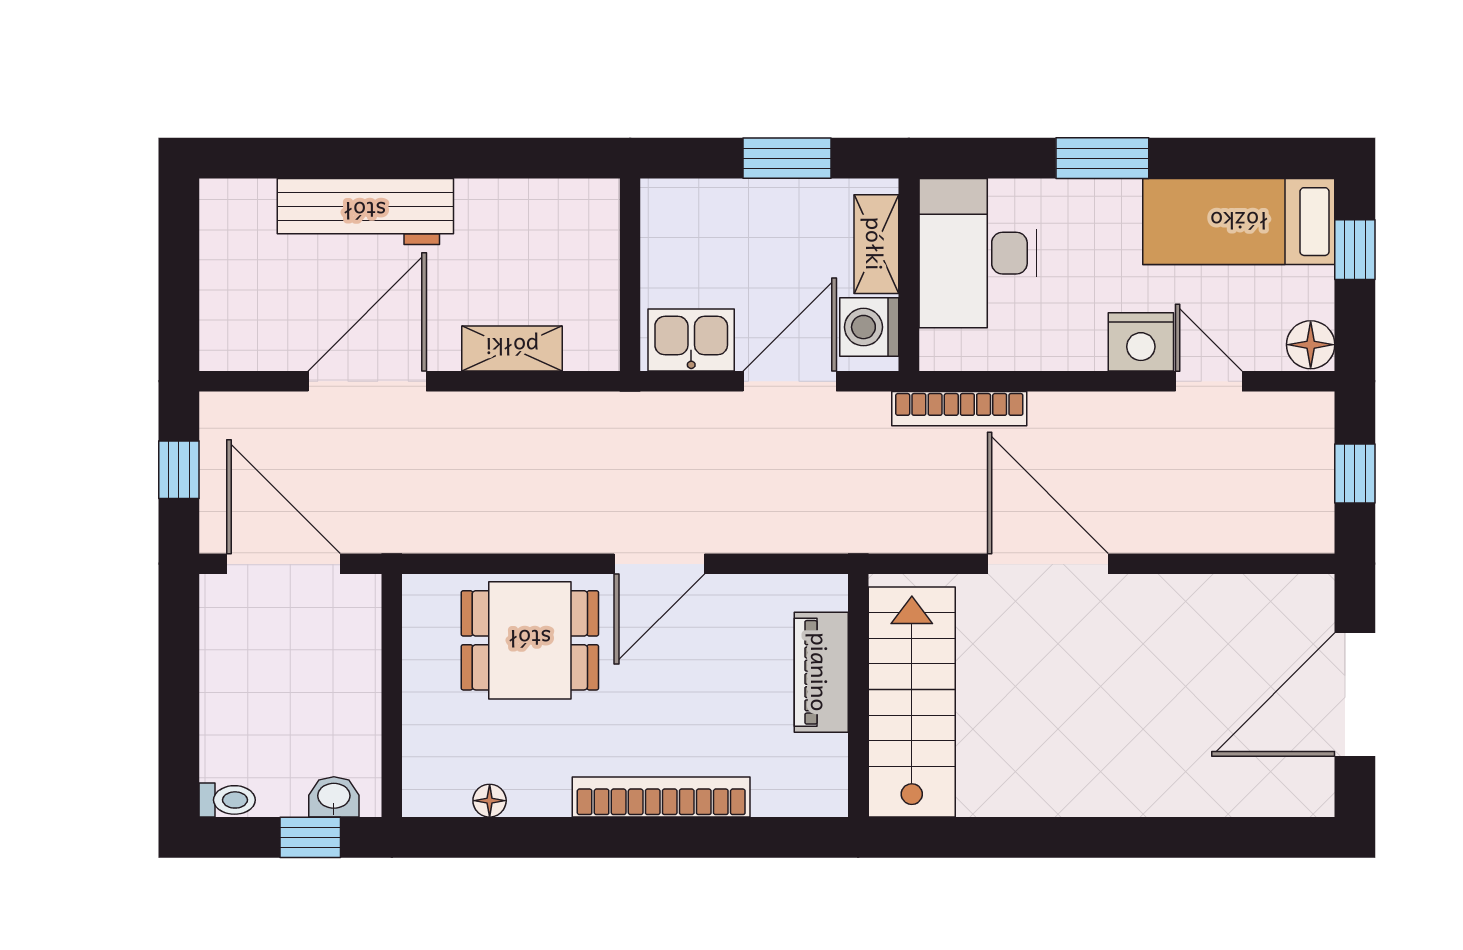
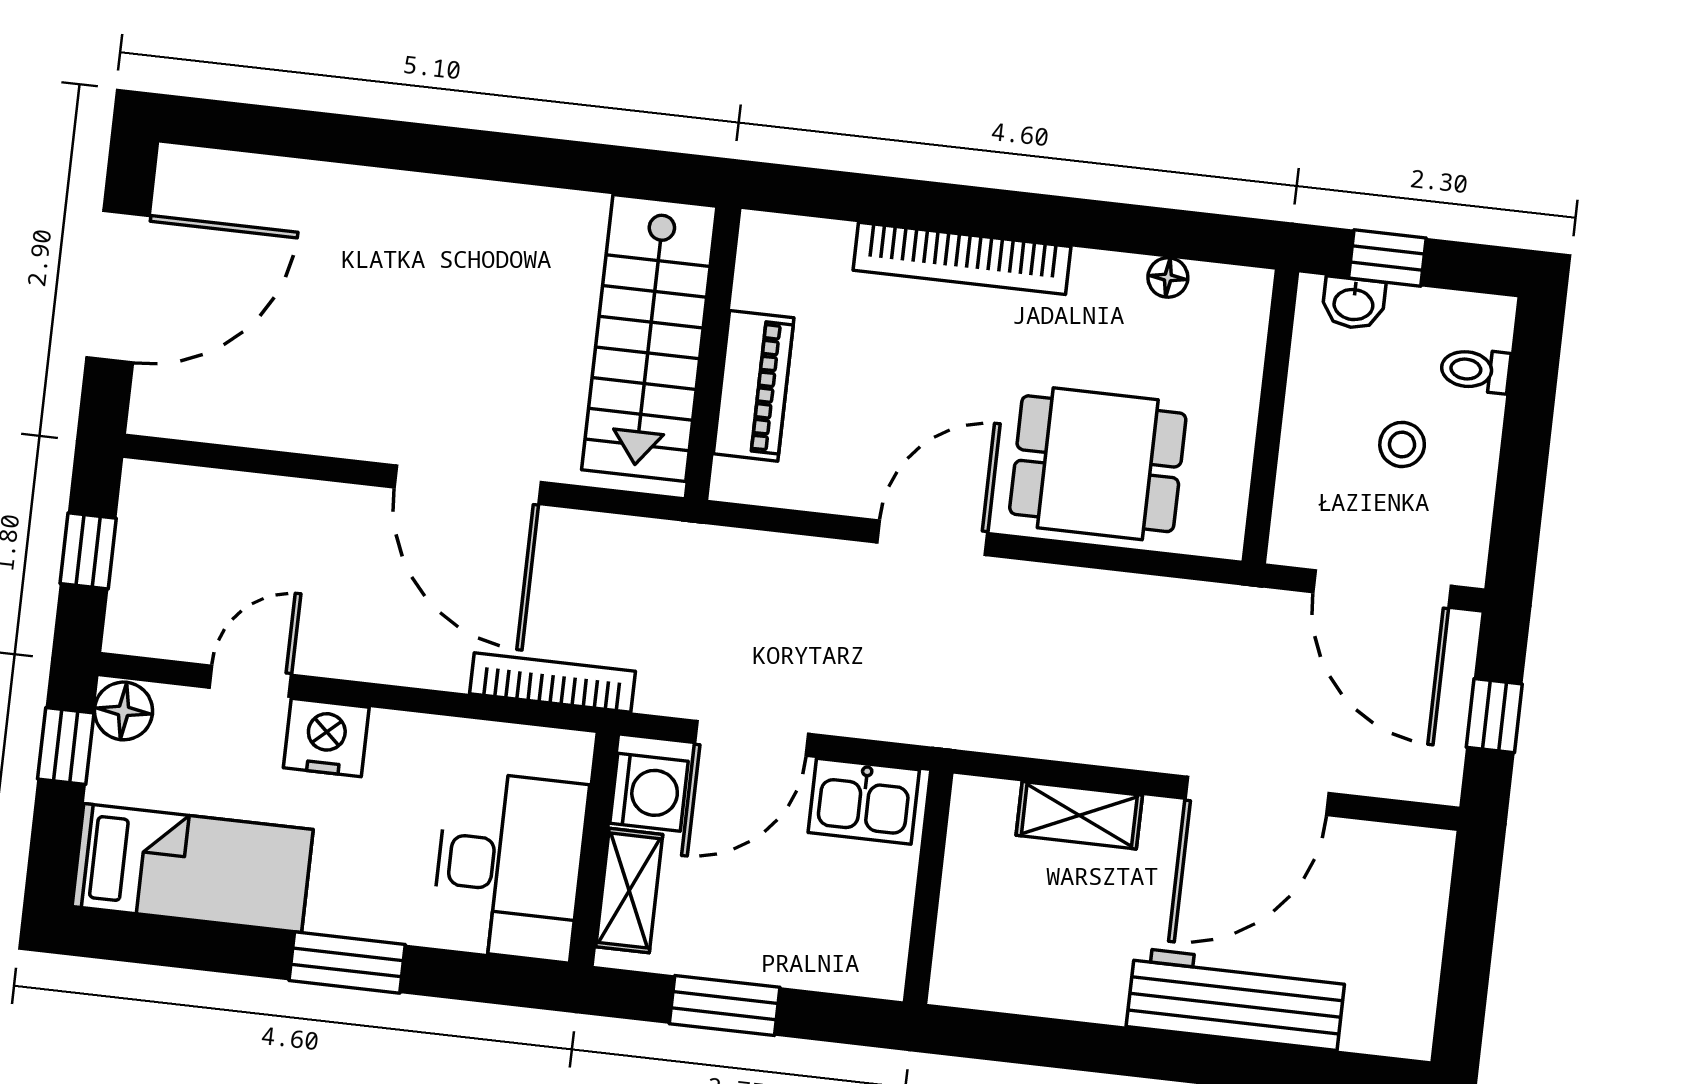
window: (1355, 250) -> (66, 746), moved
door: (1209, 381) -> (250, 681), swing flipped
stool: (281, 685) -> (1402, 444), added
toilet: (227, 800) -> (1475, 370), moved

